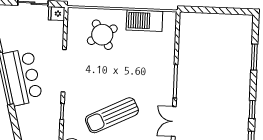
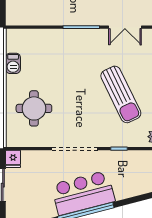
barbecue: (144, 21) -> (13, 63), width x0.53, depth x0.65
round table: (102, 35) -> (34, 108), turned 31

